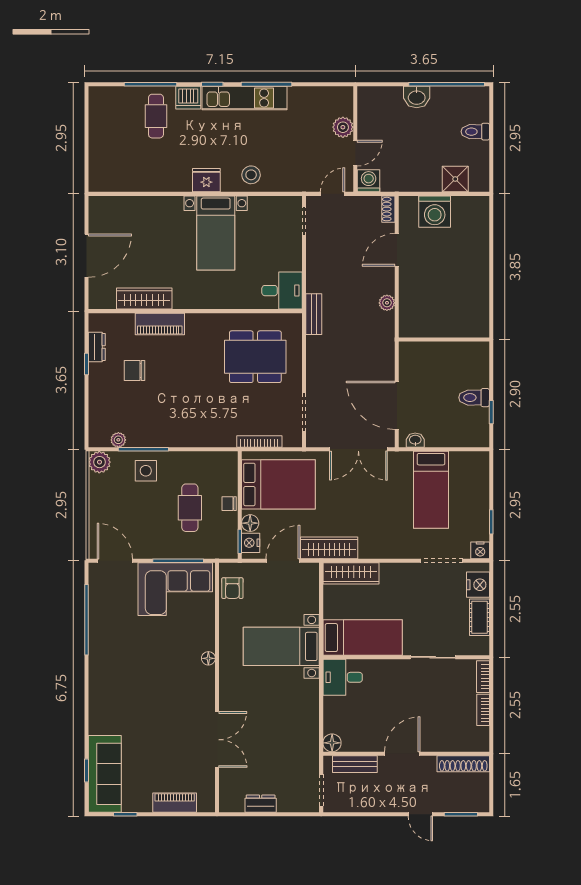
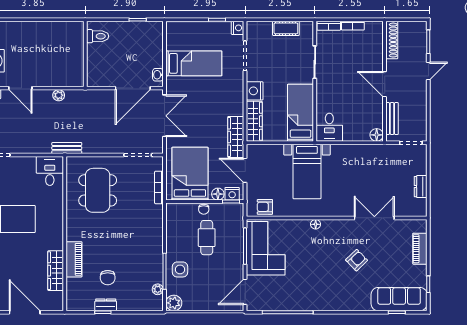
dresser: (97, 347) -> (106, 305), moved
toilet: (474, 398) -> (98, 36), moved, turned -90
cafe table: (190, 508) -> (207, 238), turned 90
nightstand: (478, 585) -> (255, 91), moved, turned -90
armchair: (232, 588) -> (265, 207), turned 180
armchair: (159, 715) -> (357, 260), added

